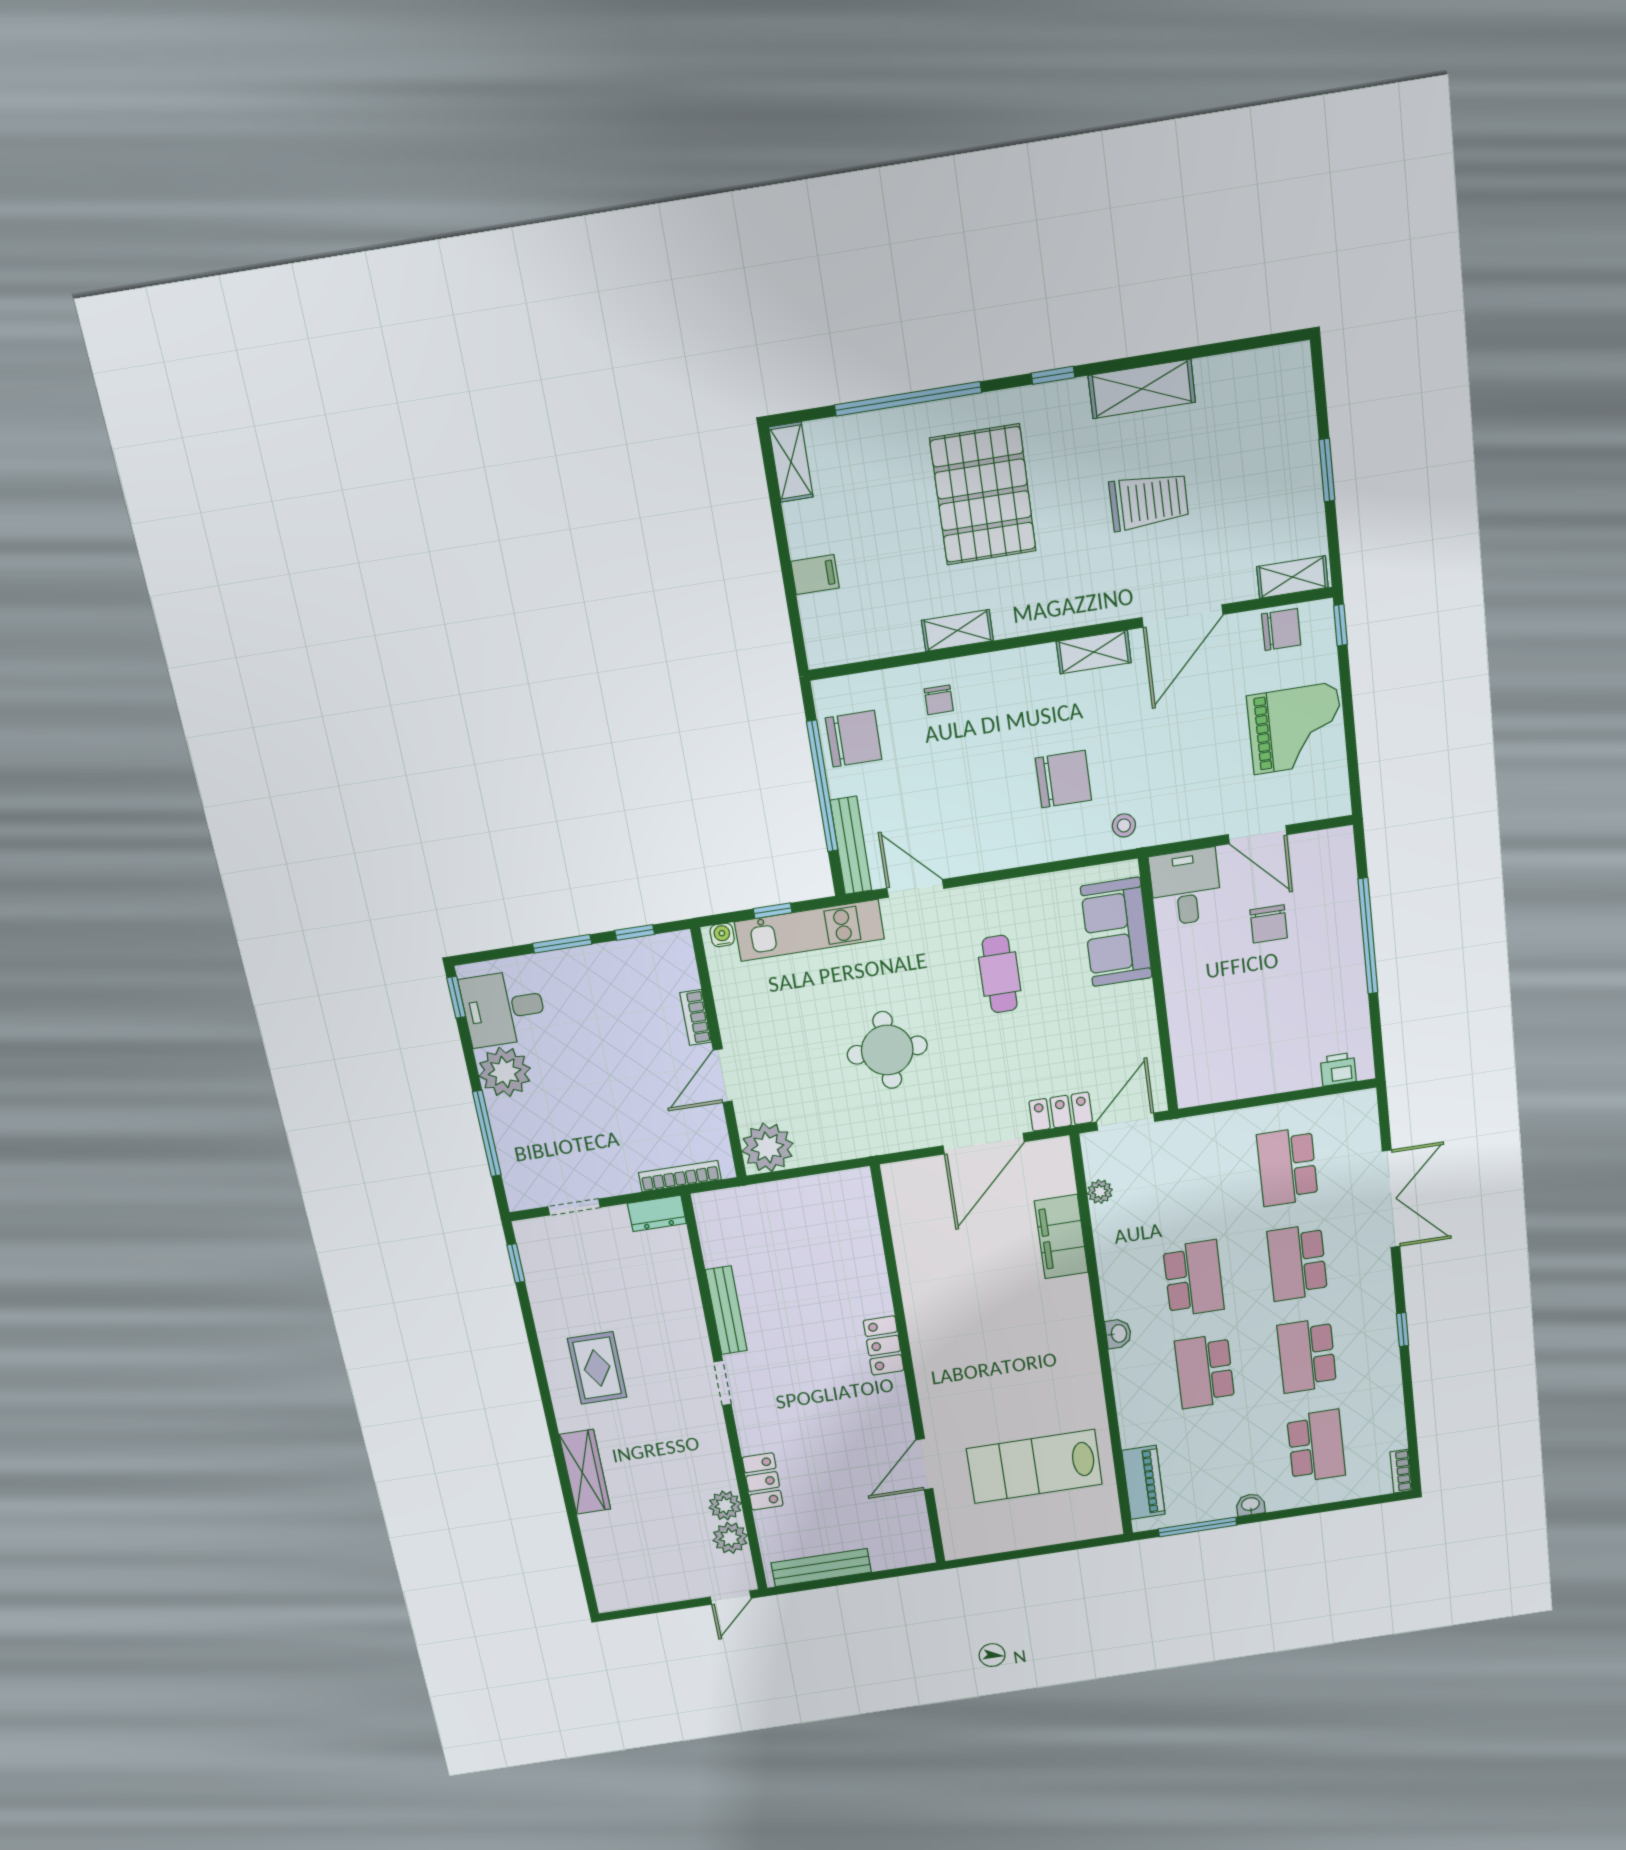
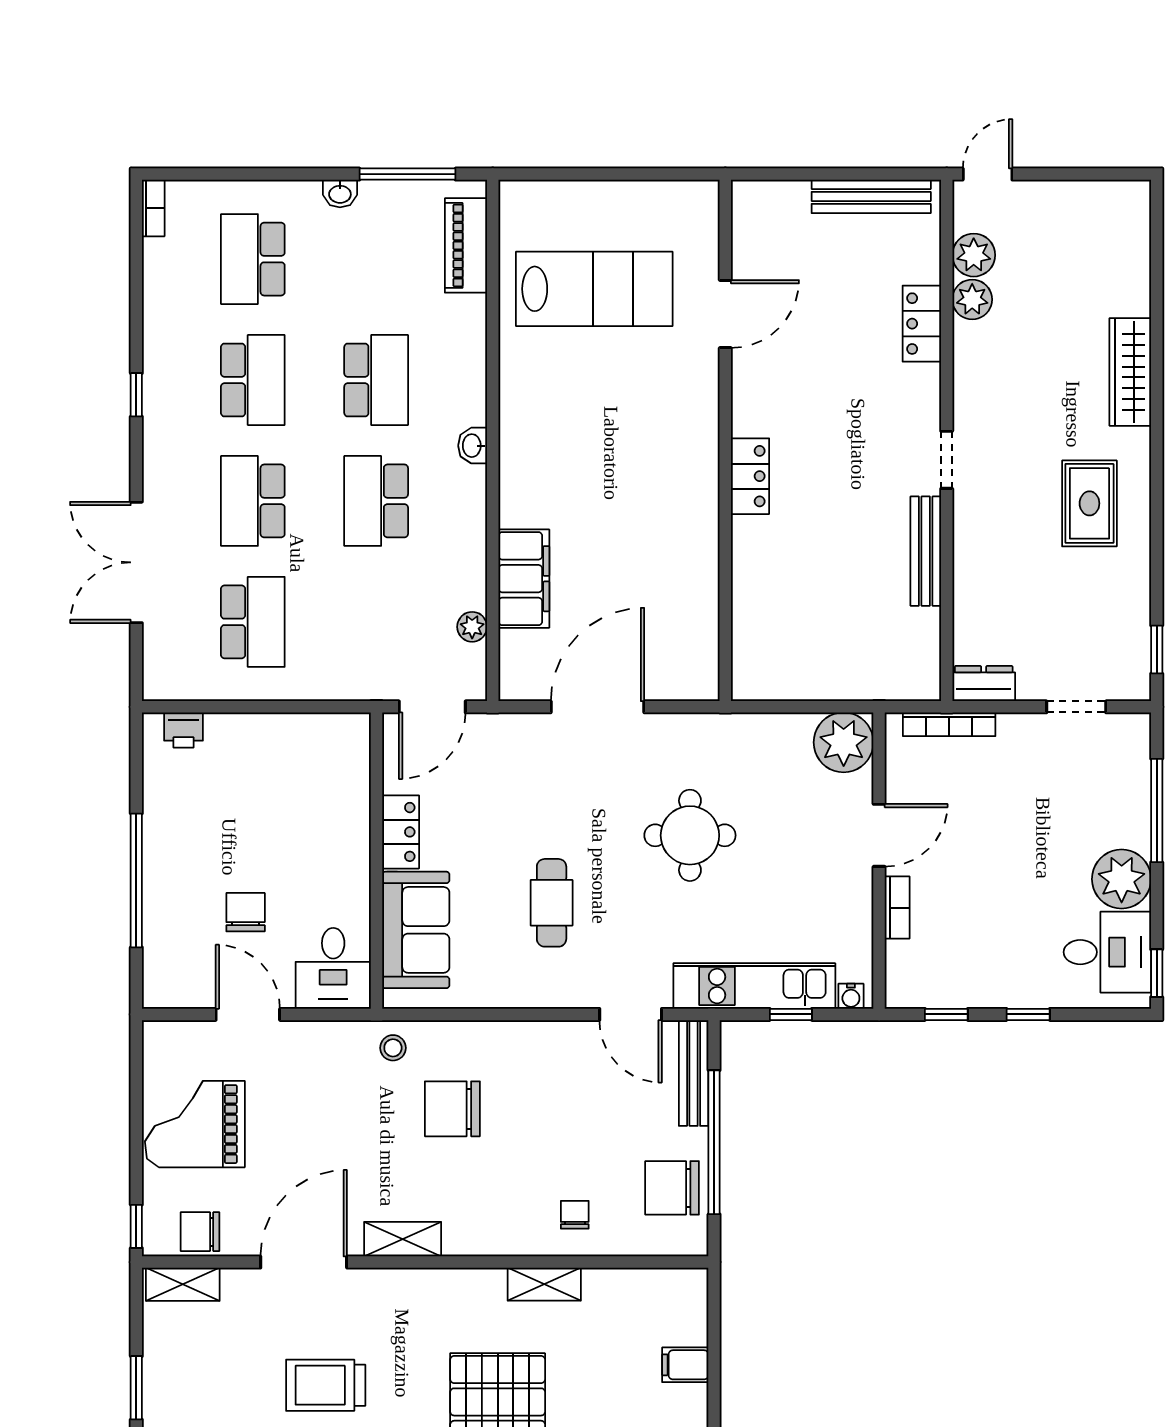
window: (562, 944) -> (1028, 1014), width x0.67
locker: (1061, 1112) -> (401, 832), moved, turned -90
school desk: (1297, 1263) -> (253, 501), turned 180

